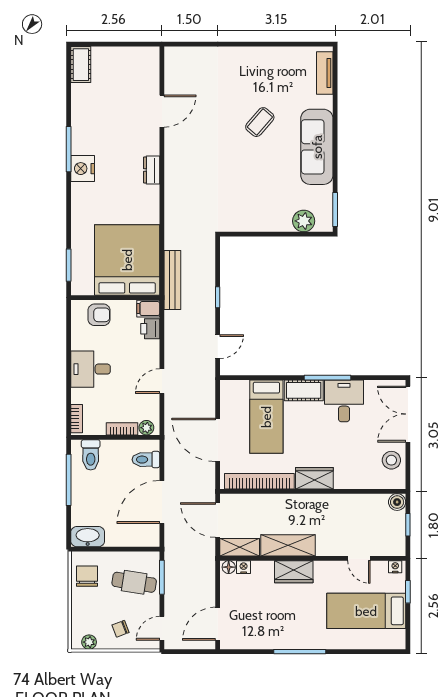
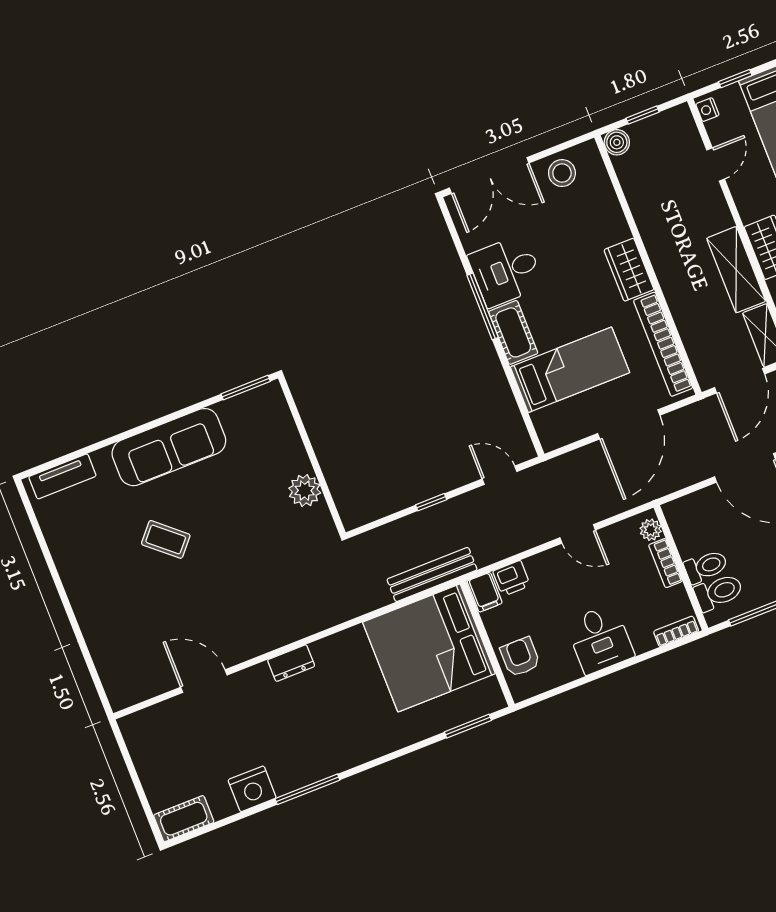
nightstand: (83, 169) -> (252, 789), moved
plant: (304, 221) -> (305, 491), moved
toilet: (146, 460) -> (706, 567), moved, turned -90

